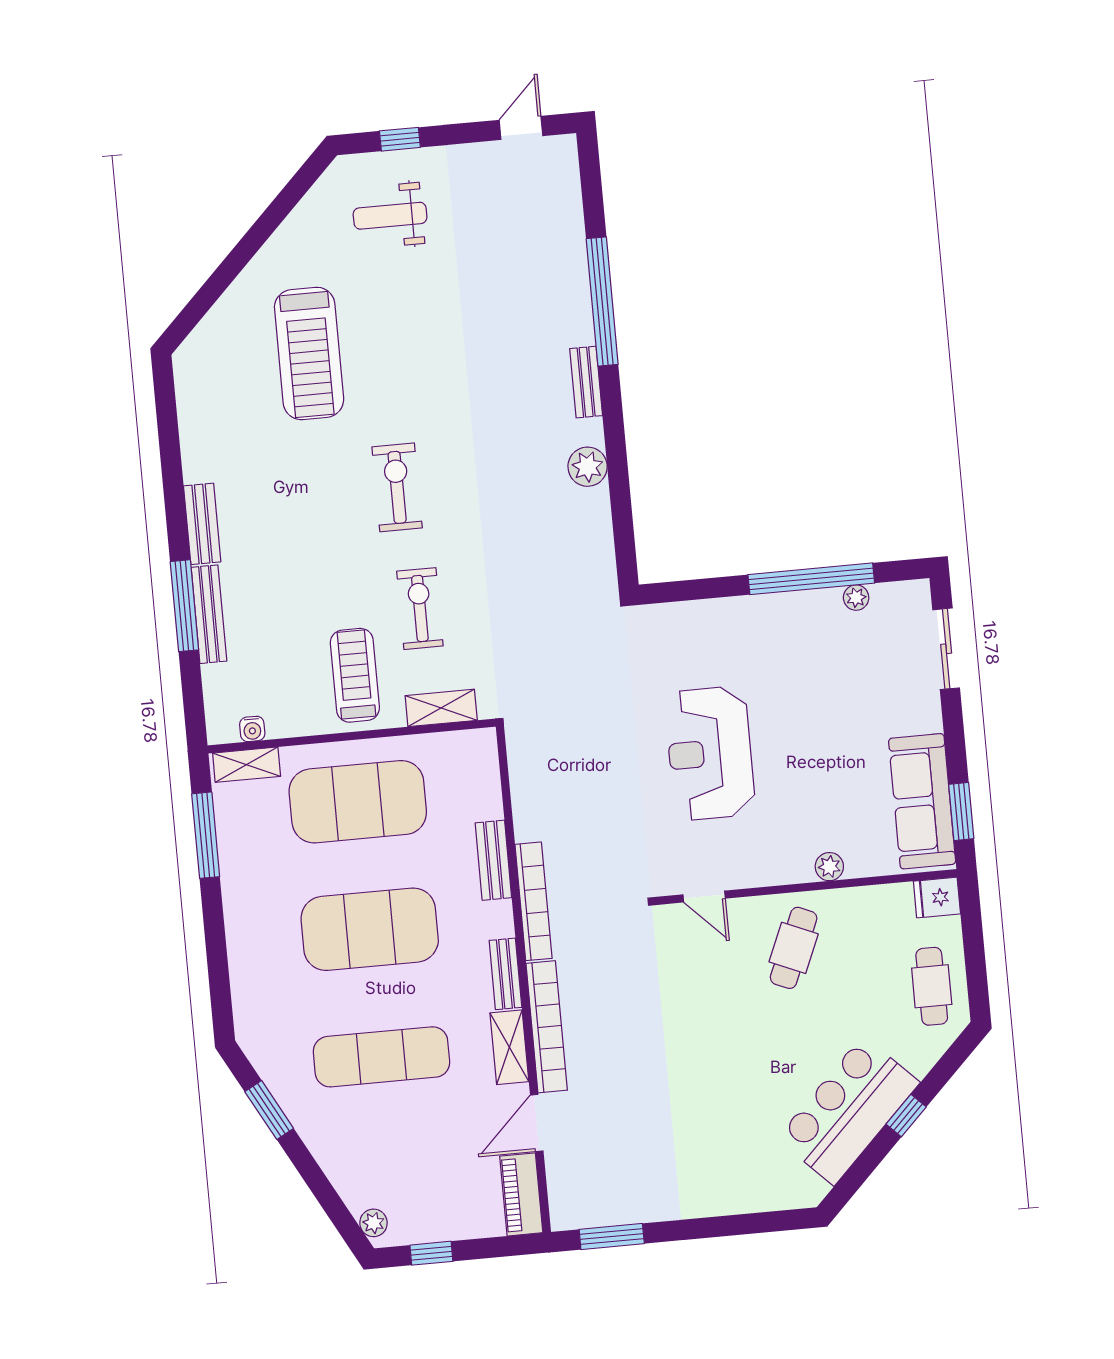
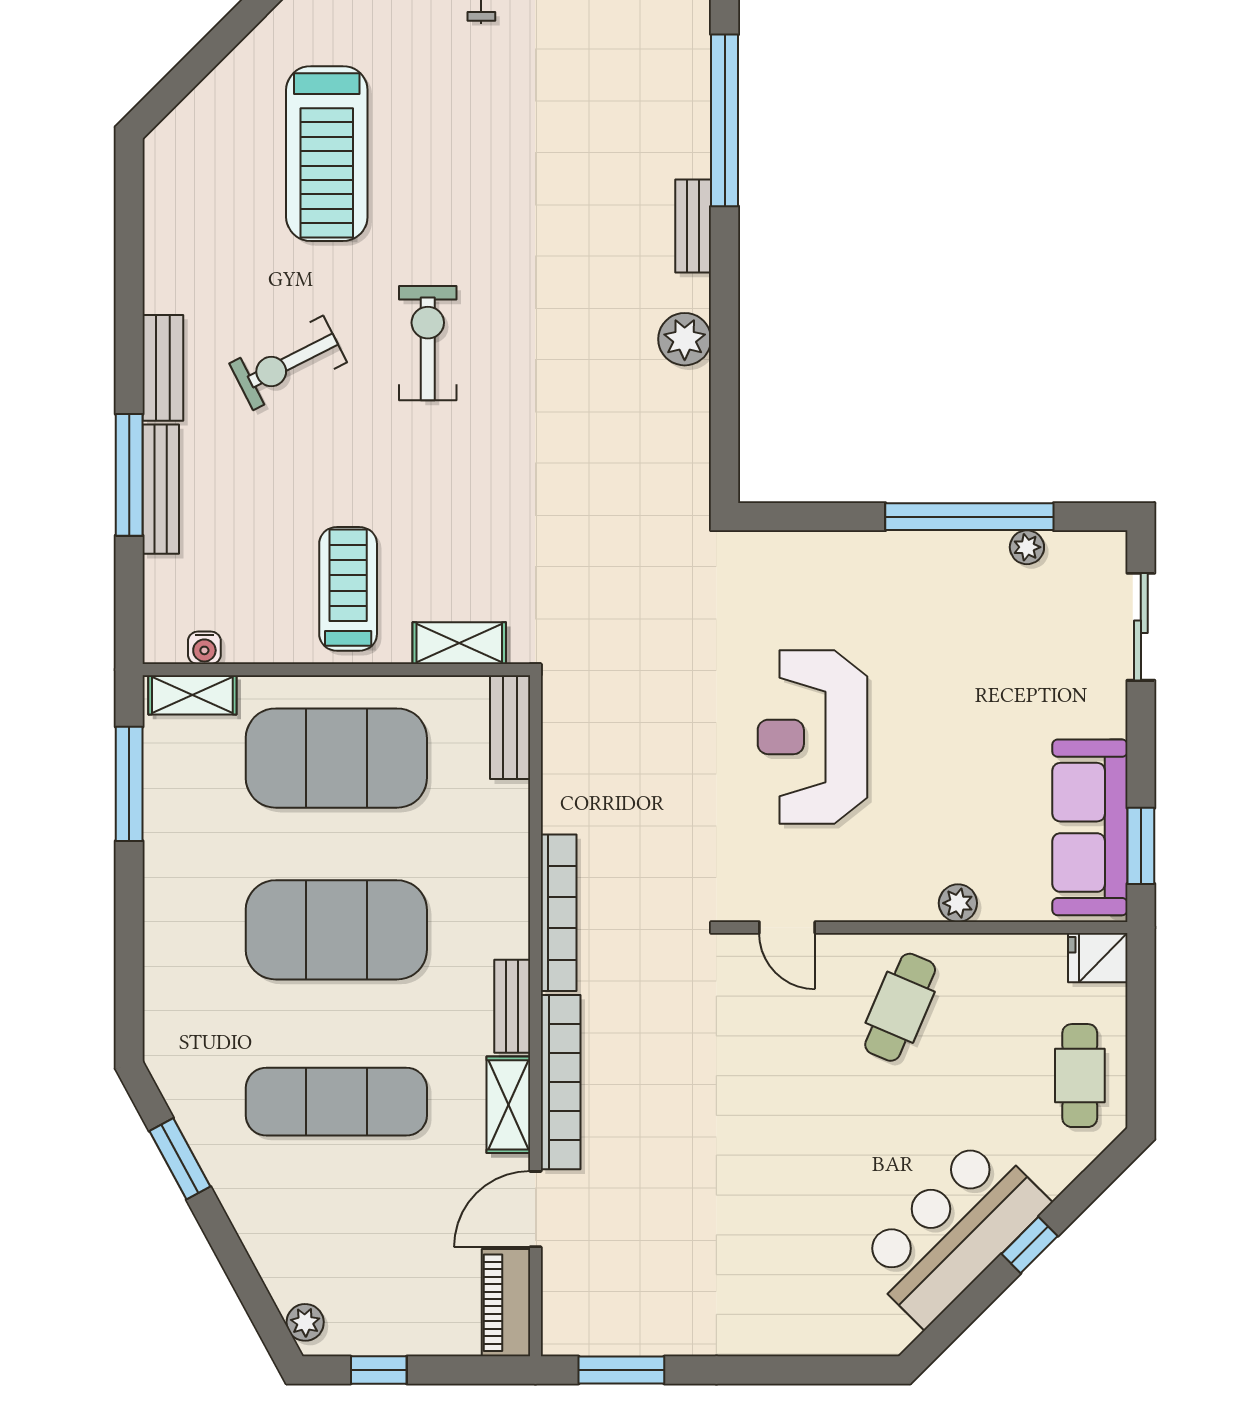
exercise bike: (420, 609) -> (288, 363), moved, turned -117
bench: (493, 860) -> (510, 727), moved

